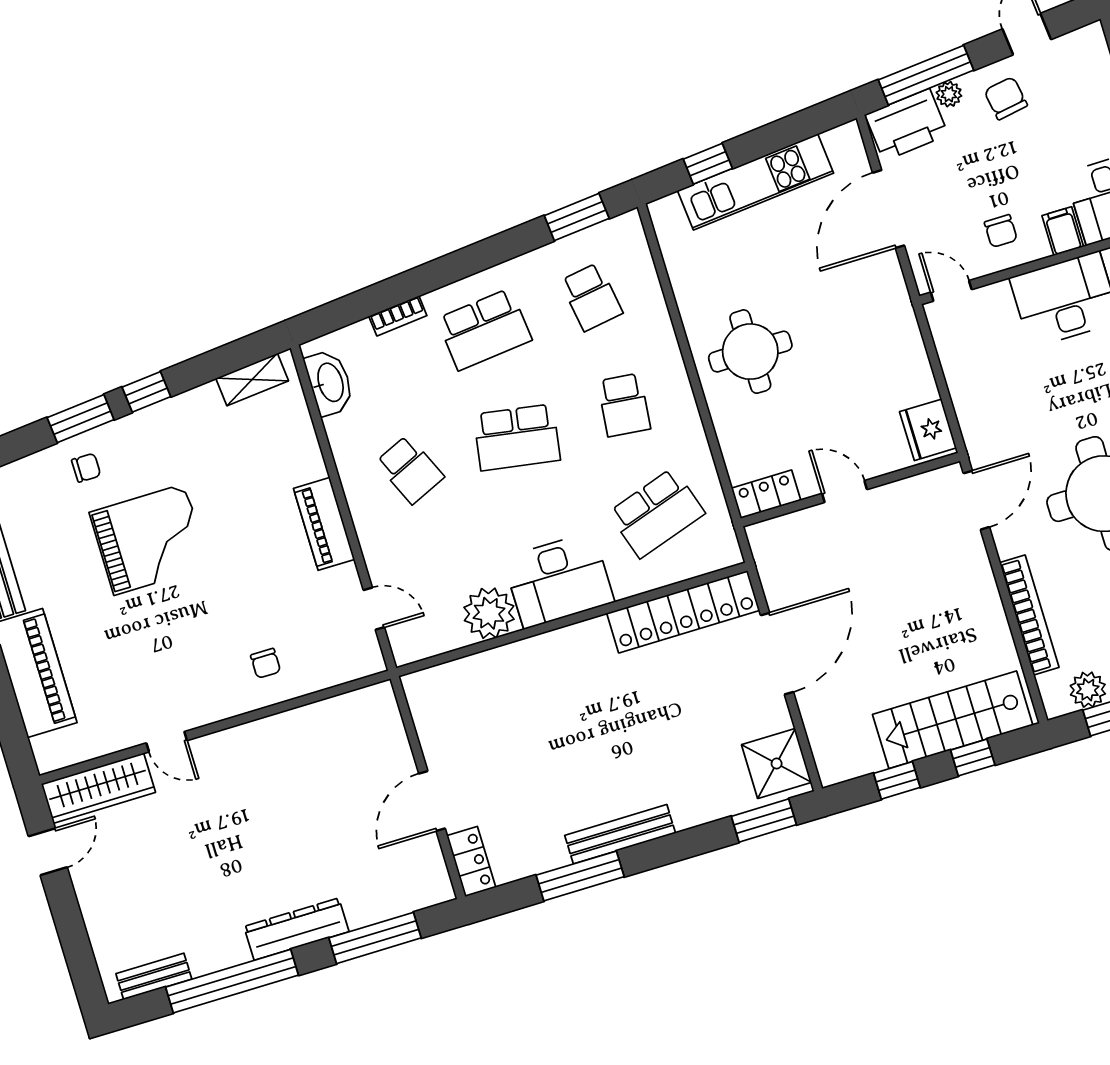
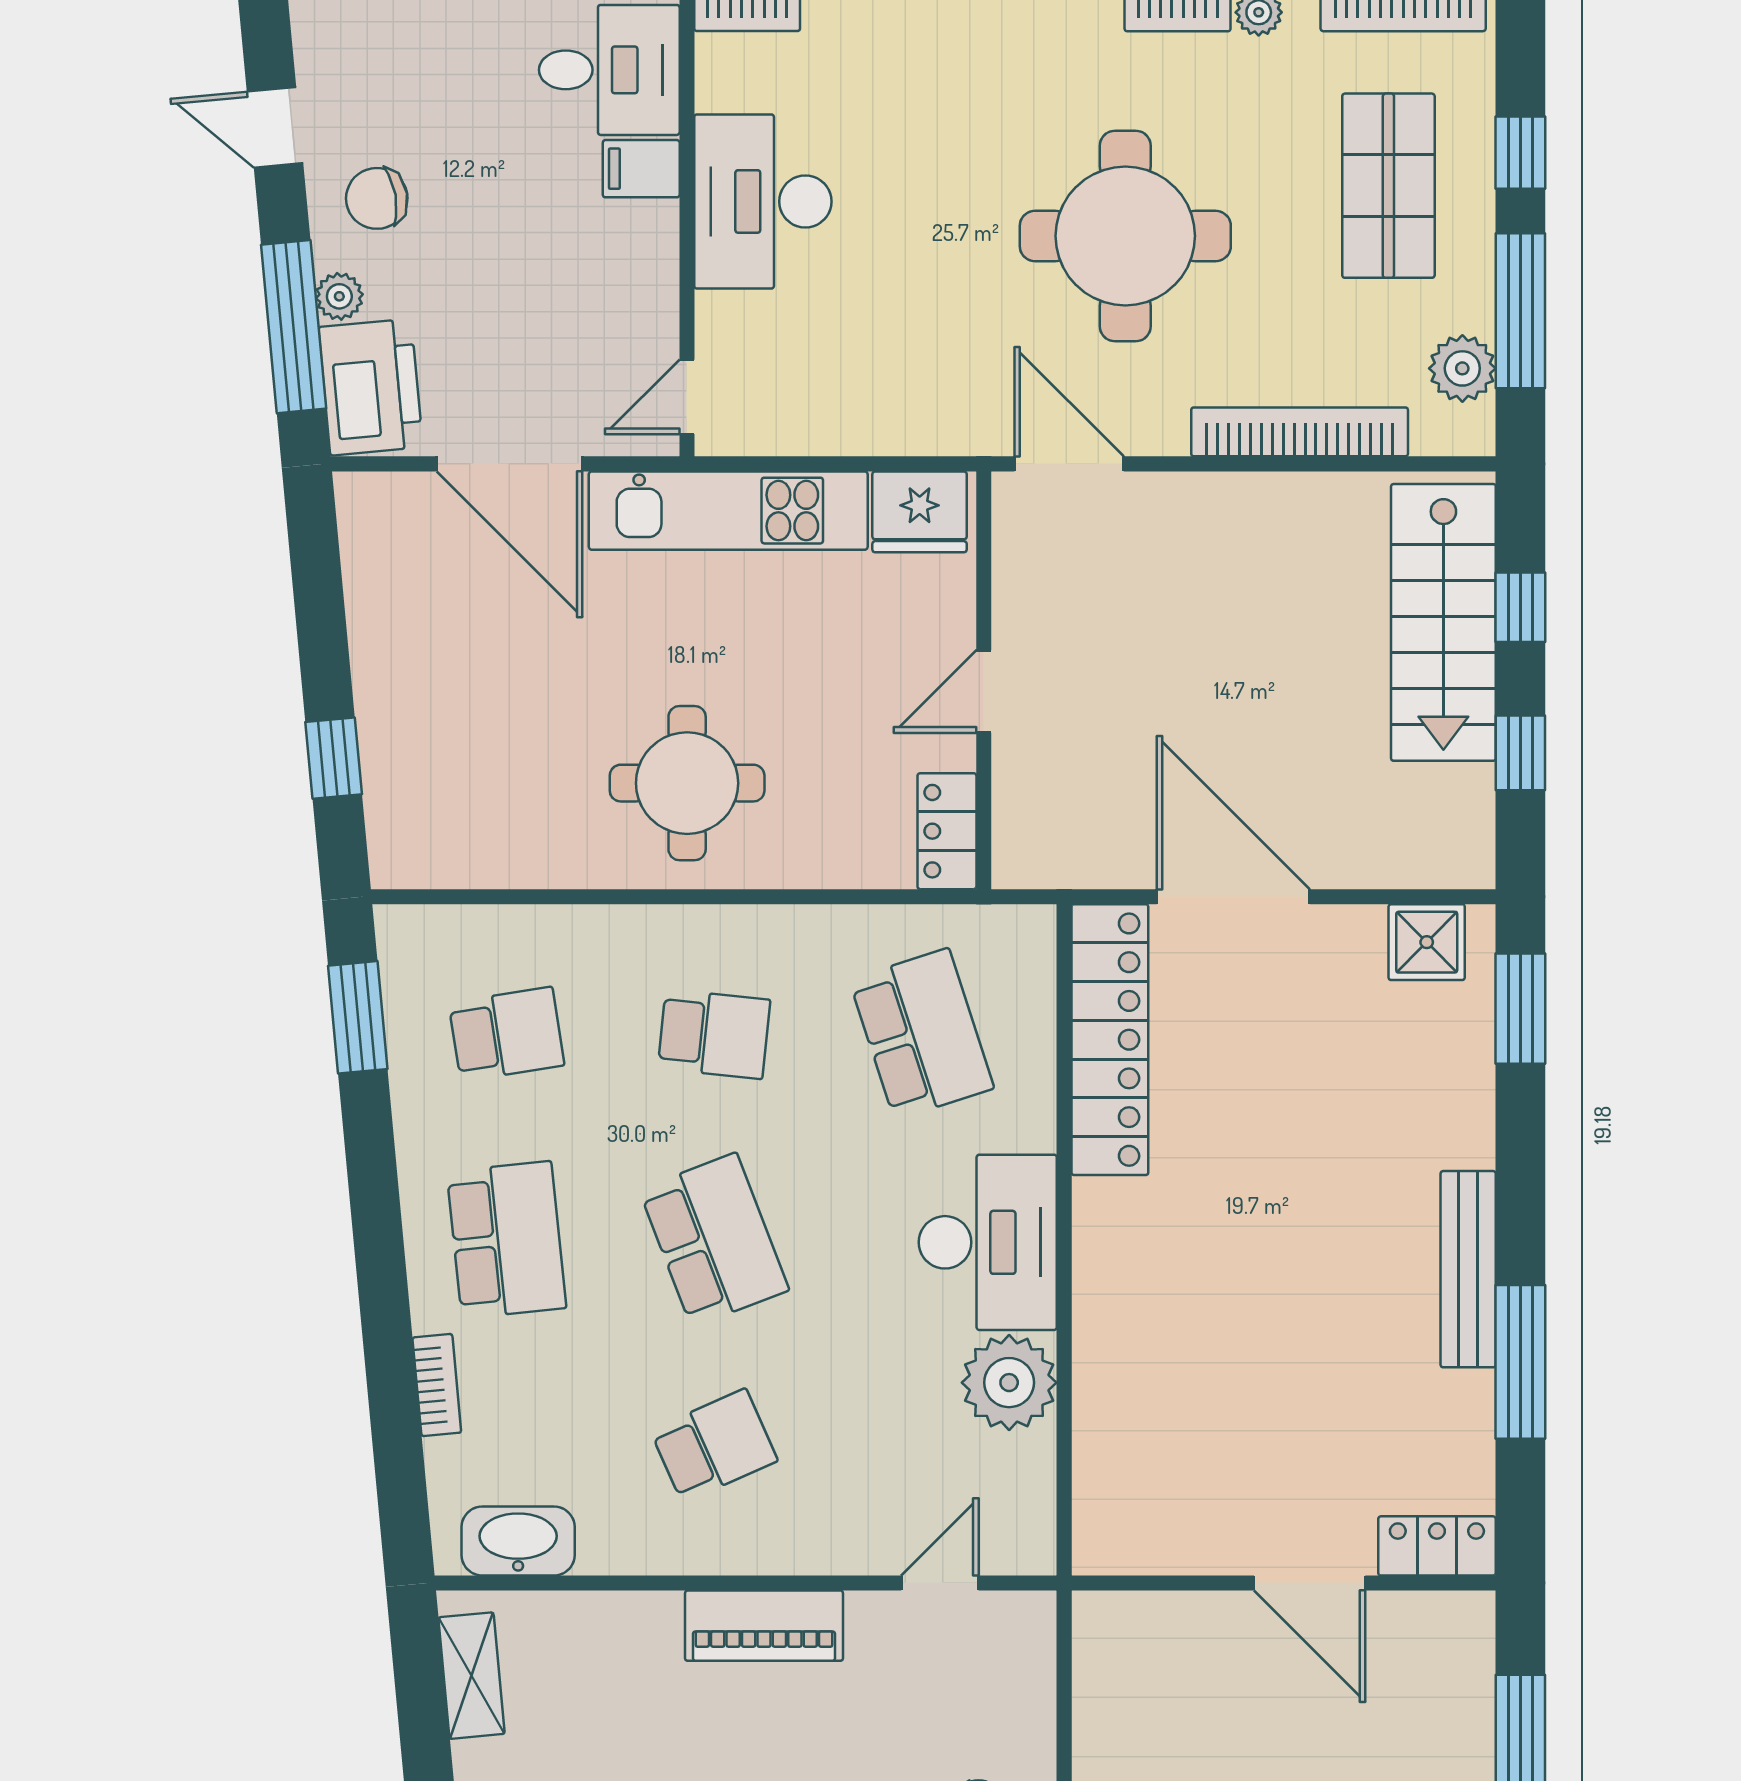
kitchen unit: (756, 182) -> (728, 511), moved, turned 95
chair: (1001, 231) -> (608, 278), removed
school desk: (517, 437) -> (714, 1240), turned -30
shower: (777, 763) -> (1427, 942), width x0.73, depth x0.73

